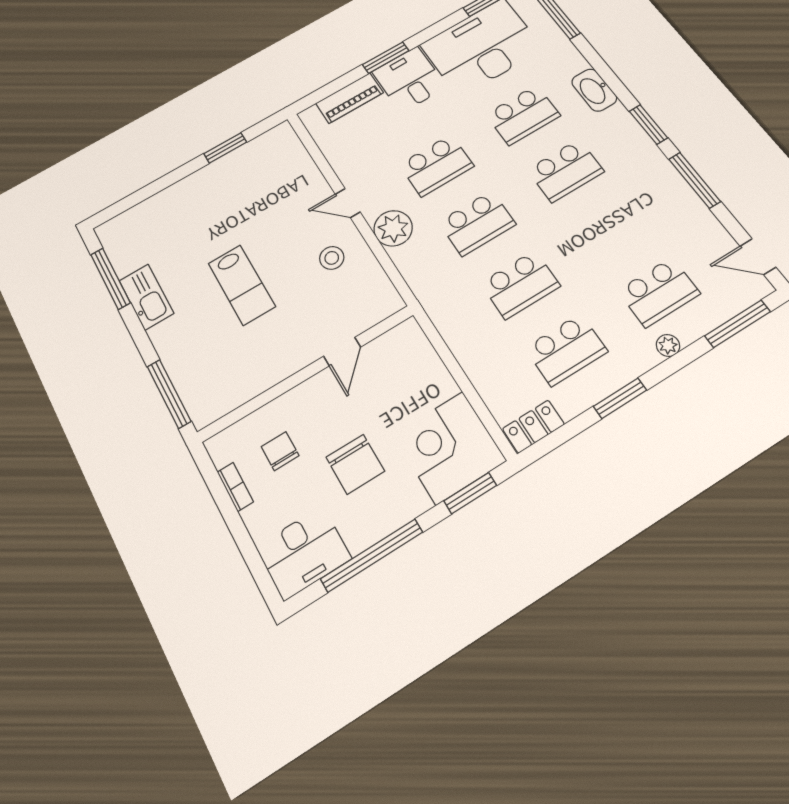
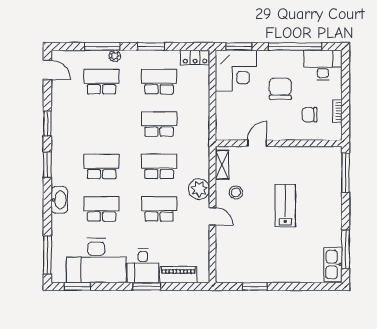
window: (694, 180) -> (47, 123), width x0.69
shelving: (379, 285) -> (222, 165), added
kitchen sink: (146, 297) -> (333, 264), moved
window: (738, 324) -> (102, 46), moved
chair: (280, 451) -> (310, 115), turned 90

